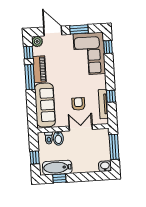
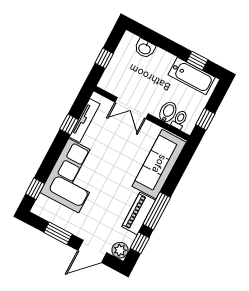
door: (53, 31) -> (92, 251), hinge flipped
corner sofa: (89, 54) -> (74, 176), moved
armchair: (78, 104) -> (116, 140), removed
window: (114, 147) -> (104, 58), width x0.46
window: (35, 158) -> (205, 119), moved
washbasin: (105, 166) -> (145, 49), moved

